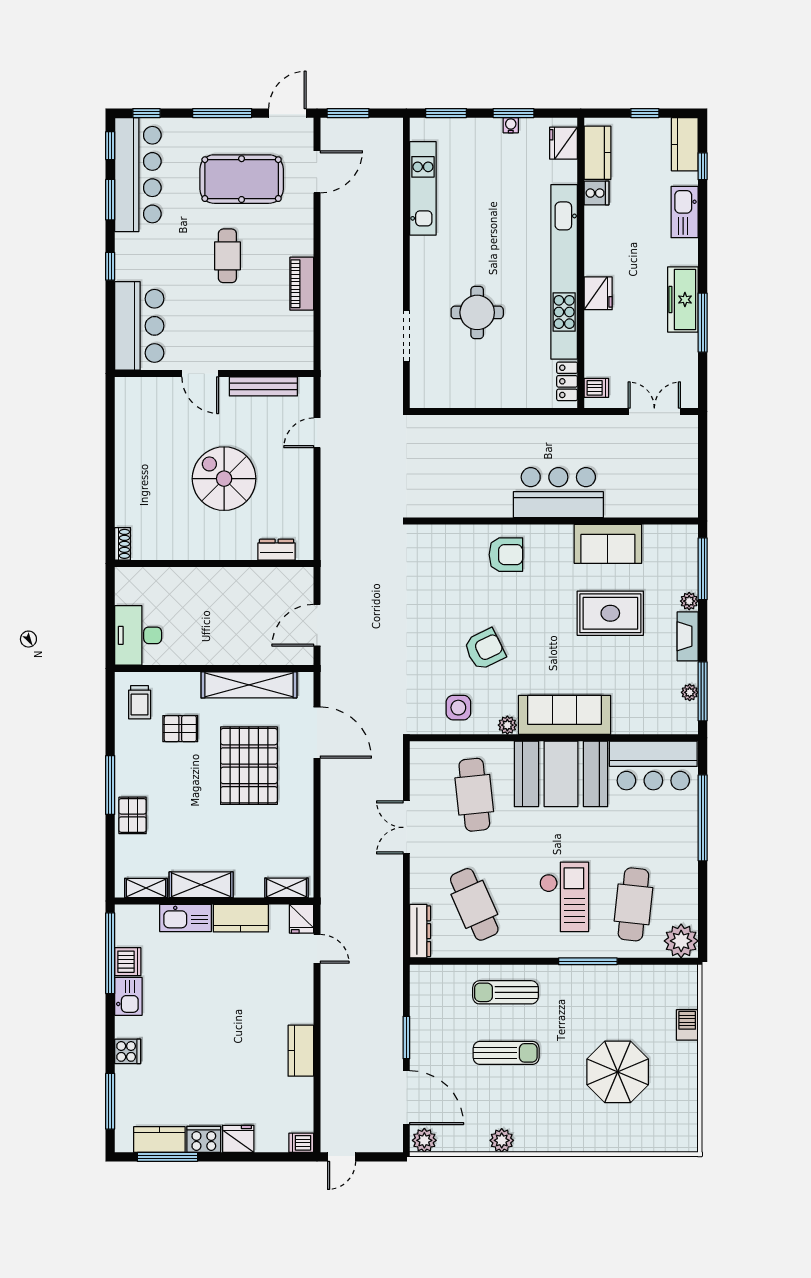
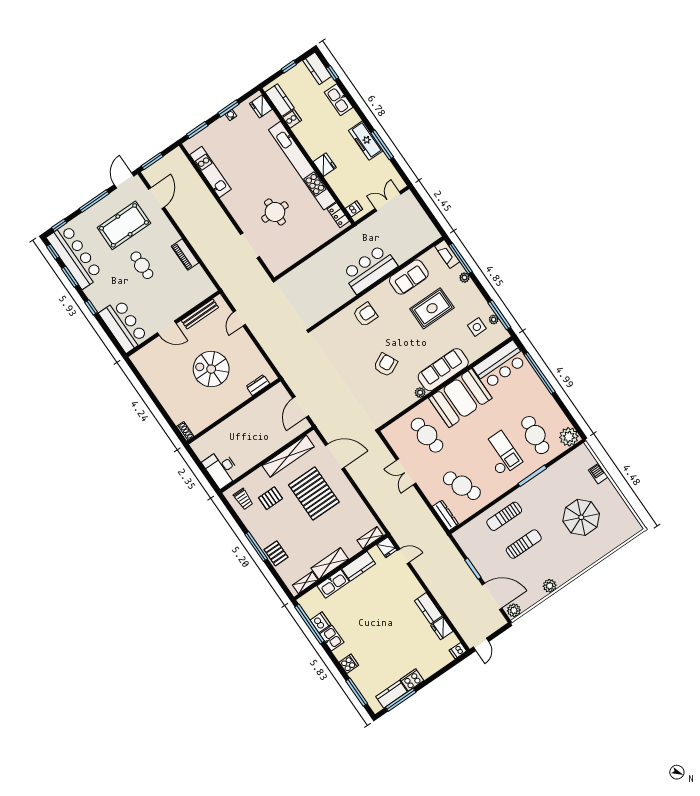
fireplace: (688, 636) -> (447, 254), moved
side table: (458, 708) -> (477, 327), moved
fridge: (238, 1139) -> (442, 628), moved, turned -90

